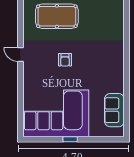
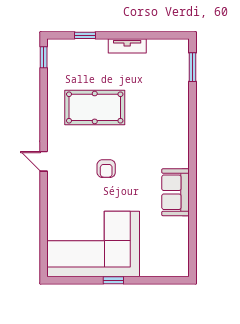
sofa: (114, 110) -> (175, 192), moved

